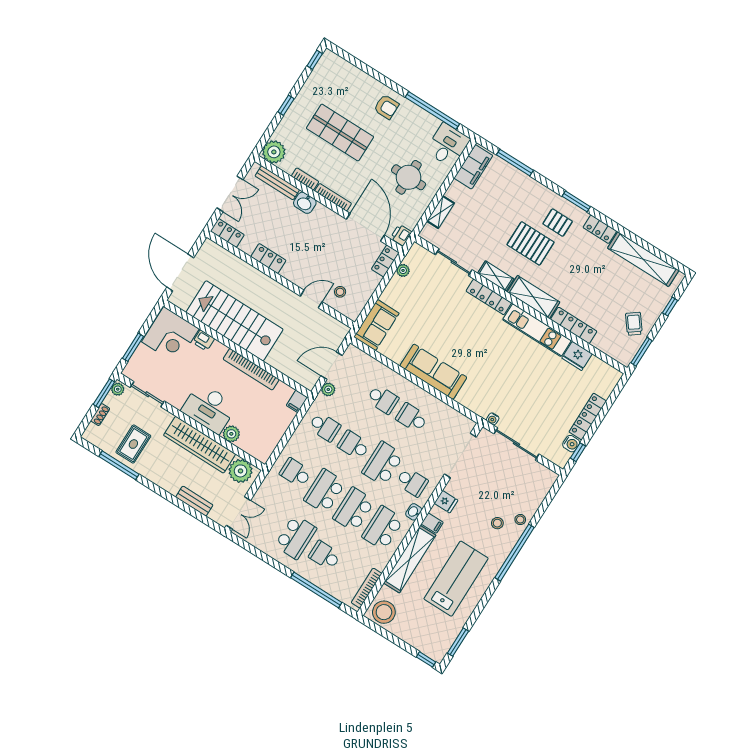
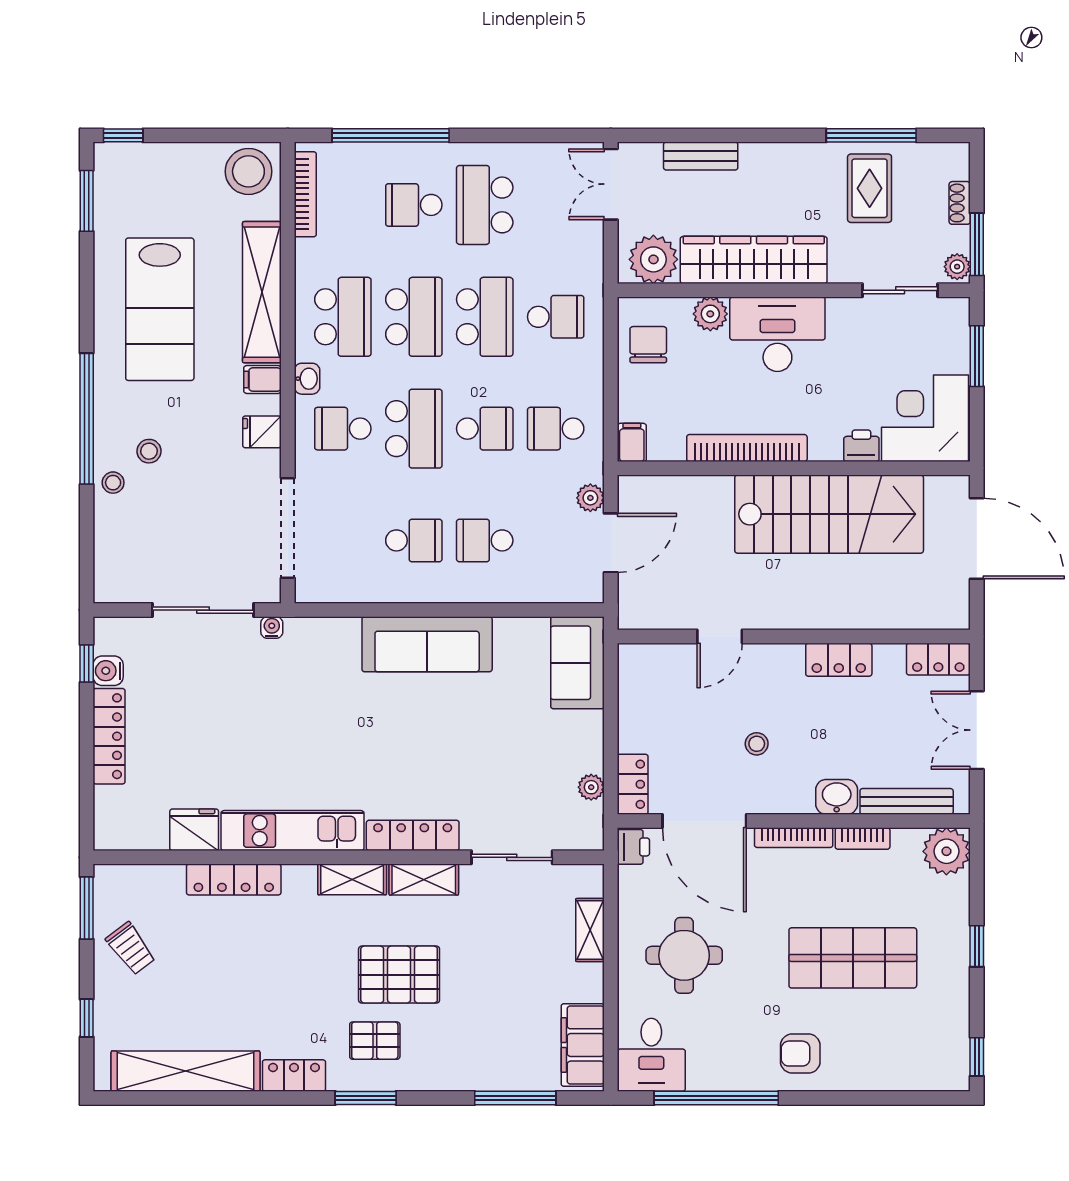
stool: (340, 292) -> (757, 744), moved
shelving: (533, 297) -> (352, 879), width x0.67, depth x0.75
chair: (265, 437) -> (648, 345), added
school desk: (325, 555) -> (414, 205), turned 180

